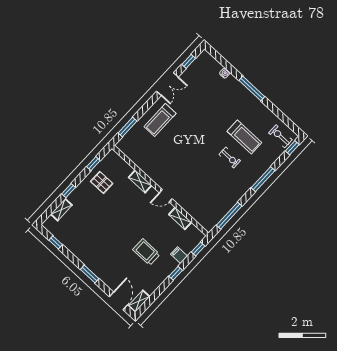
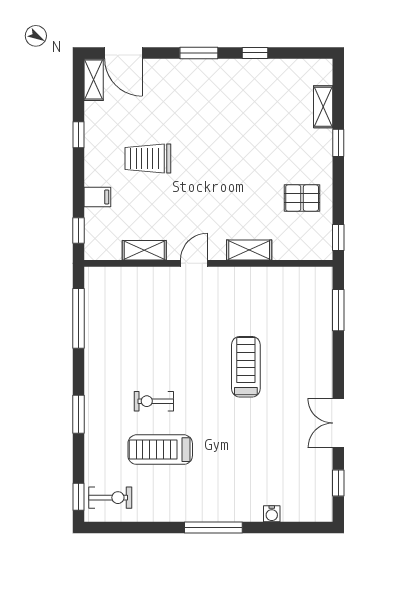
treadmill: (160, 120) -> (246, 367), moved
window: (93, 164) -> (338, 237), moved
window: (263, 179) -> (79, 414), width x0.69
window: (56, 242) -> (255, 53), moved
trolley: (146, 252) -> (148, 158), turned 180
window: (176, 273) -> (79, 135), moved

